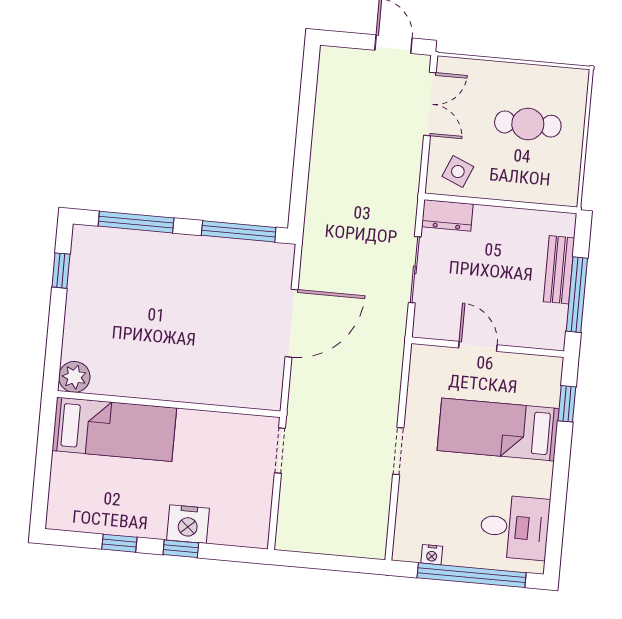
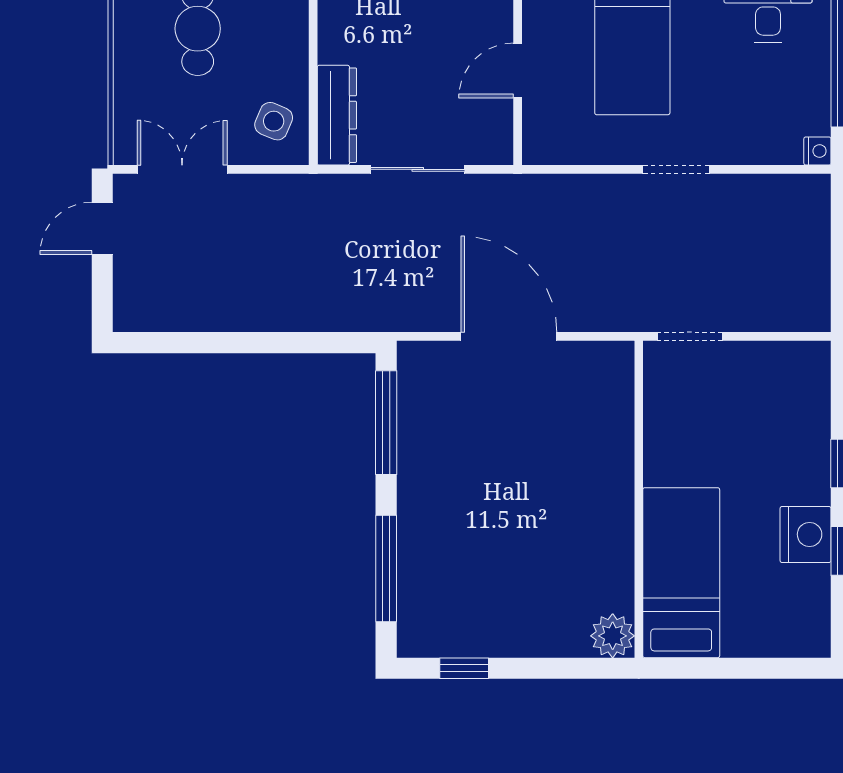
dresser: (447, 215) -> (337, 115), width x1.44
nightstand: (188, 524) -> (806, 534), moved
nightstand: (432, 555) -> (817, 151), moved

